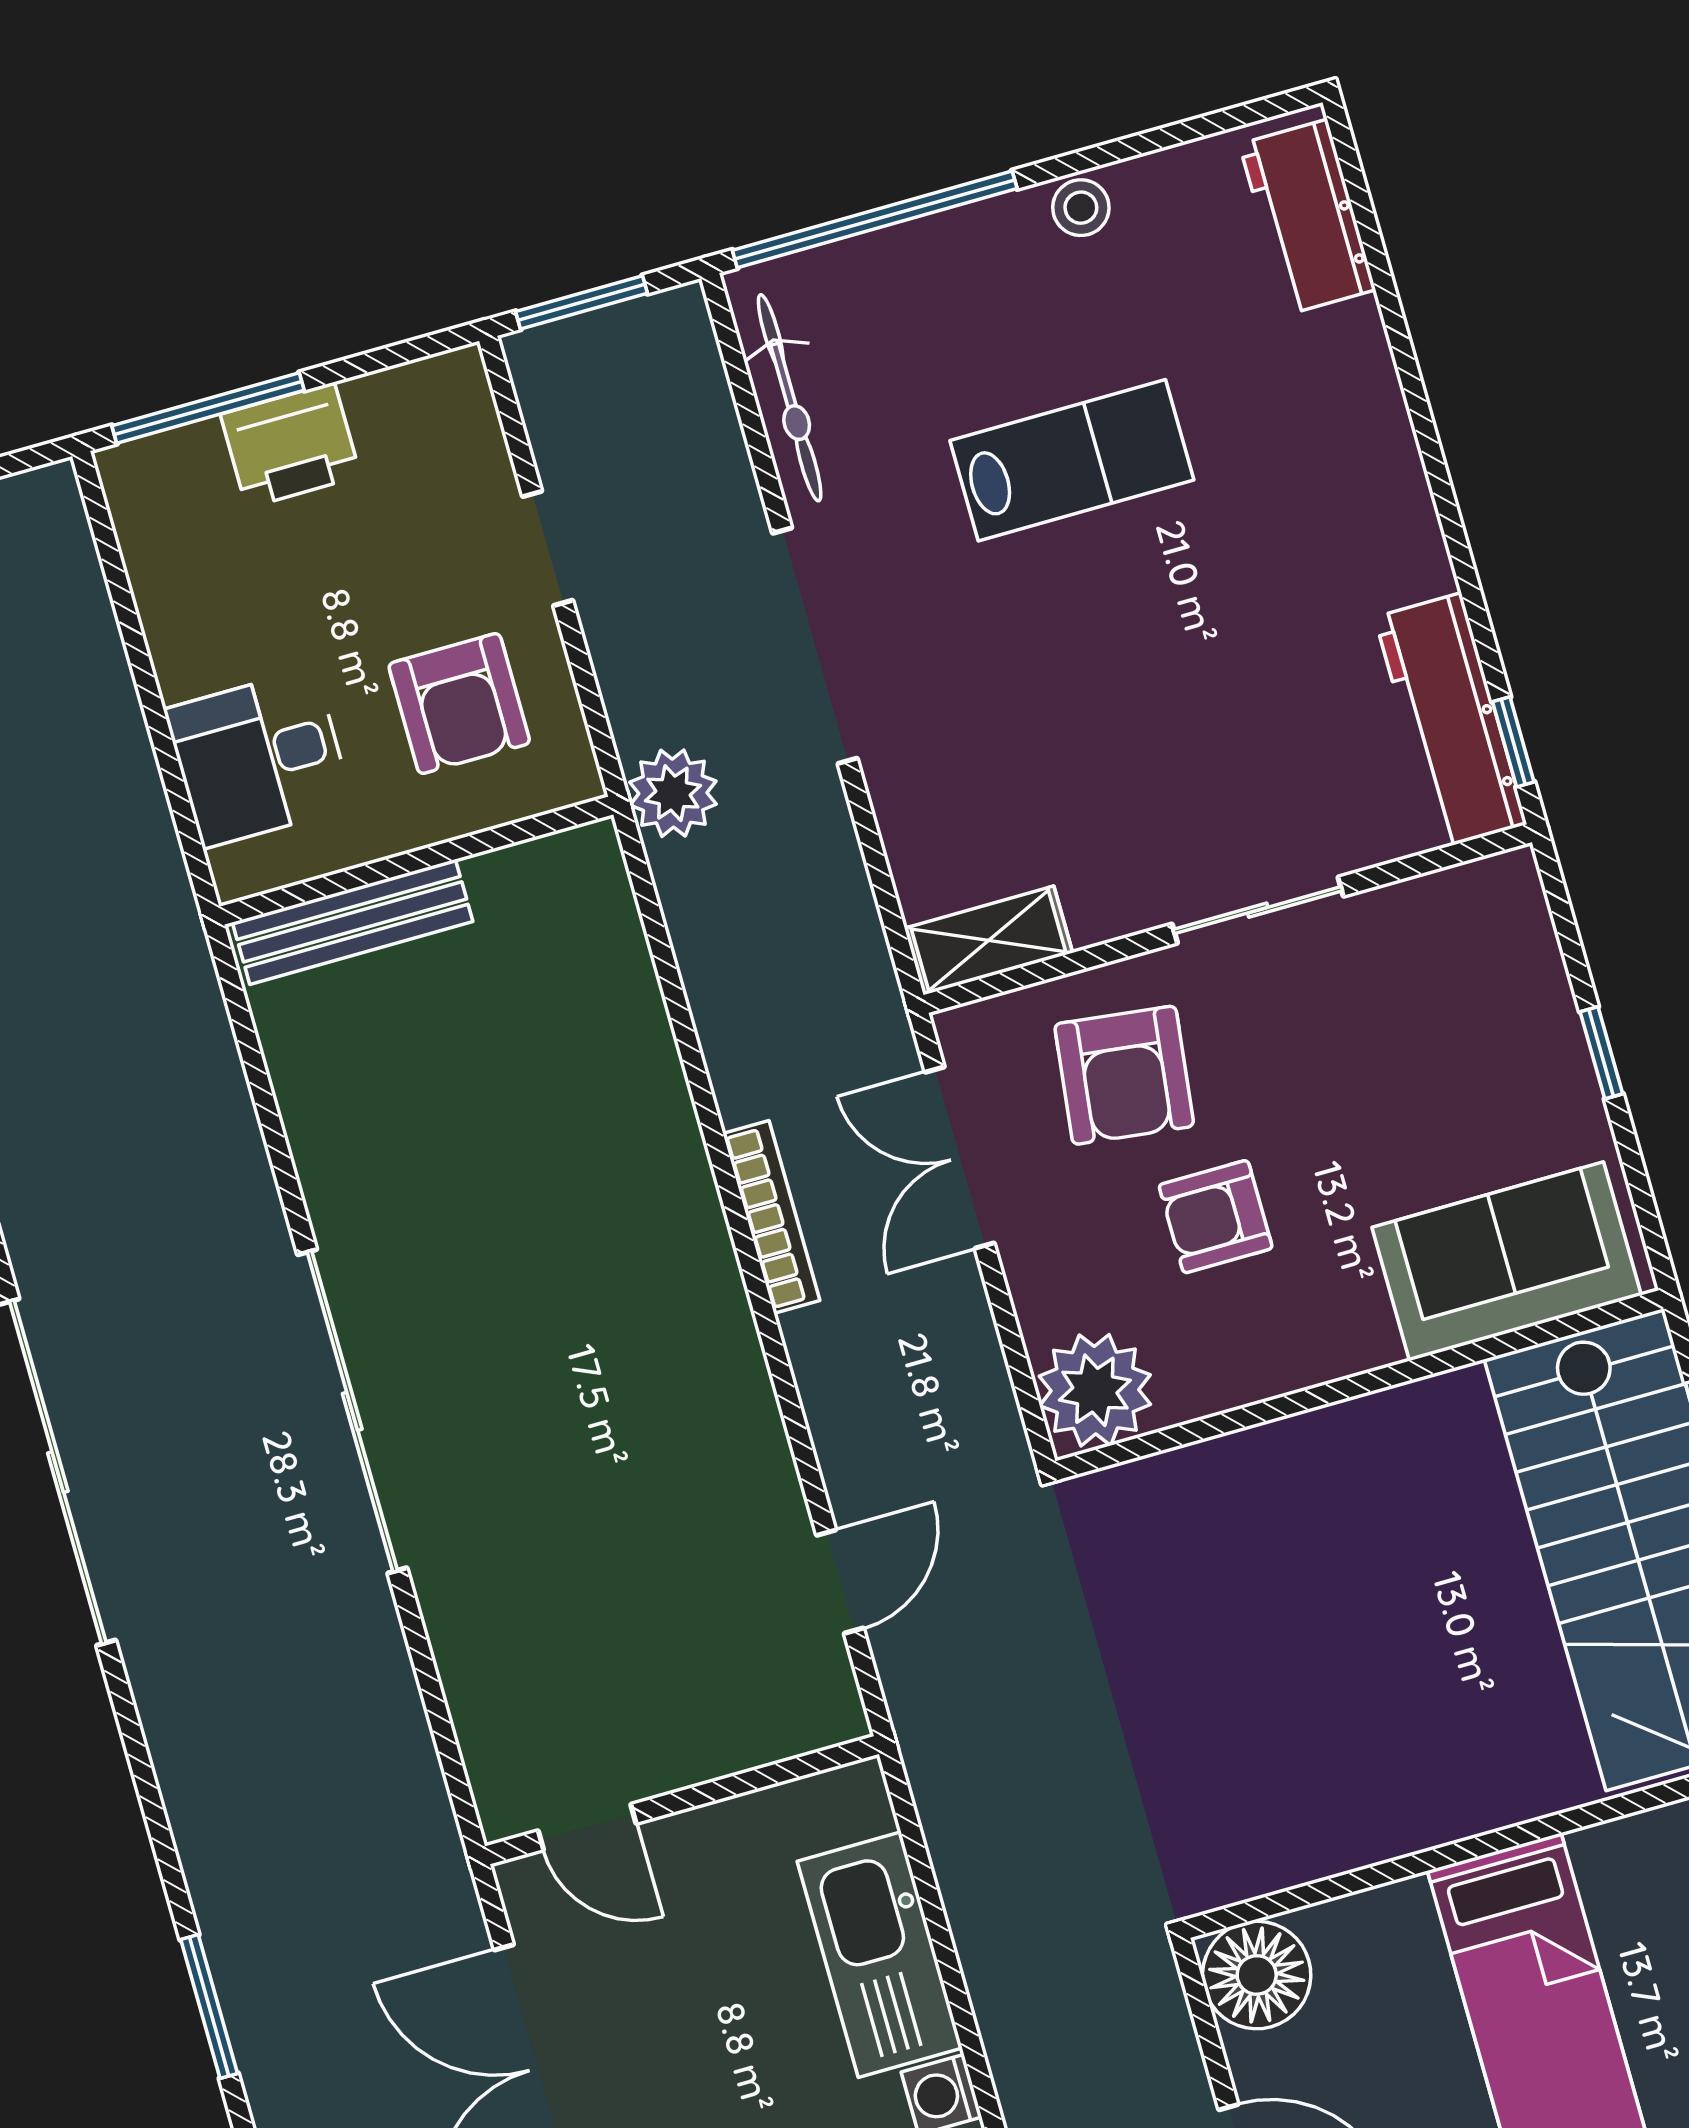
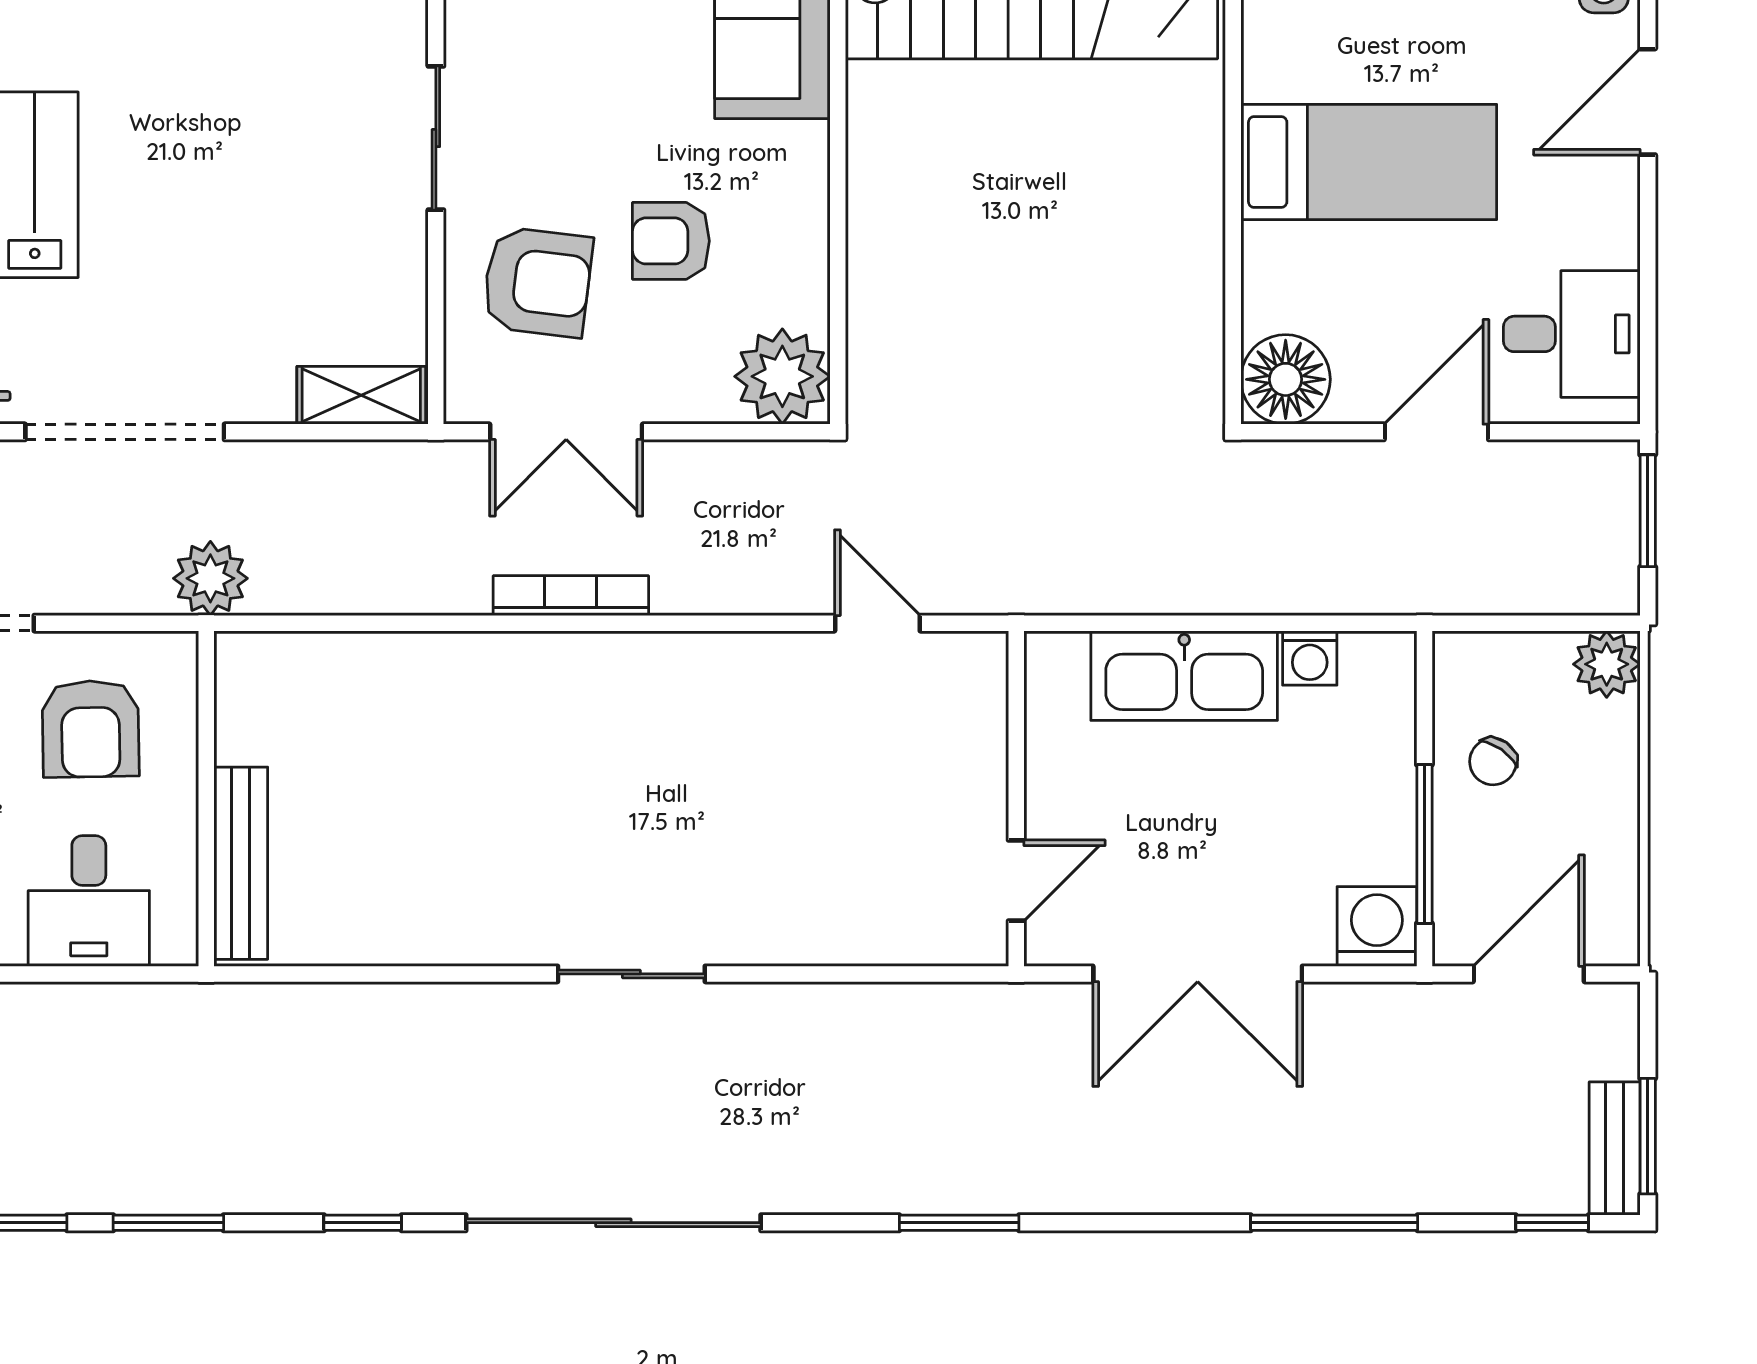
armchair: (459, 704) -> (91, 729), turned 89
shelving: (988, 940) -> (361, 395), moved, turned 90
armchair: (1216, 1217) -> (671, 241), turned 90
sliding door: (352, 1411) -> (631, 974), width x0.54
window: (209, 2006) -> (959, 1223), moved

